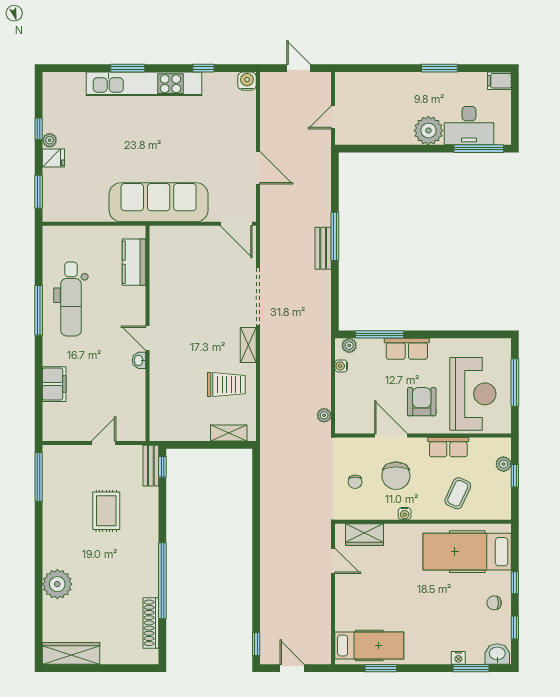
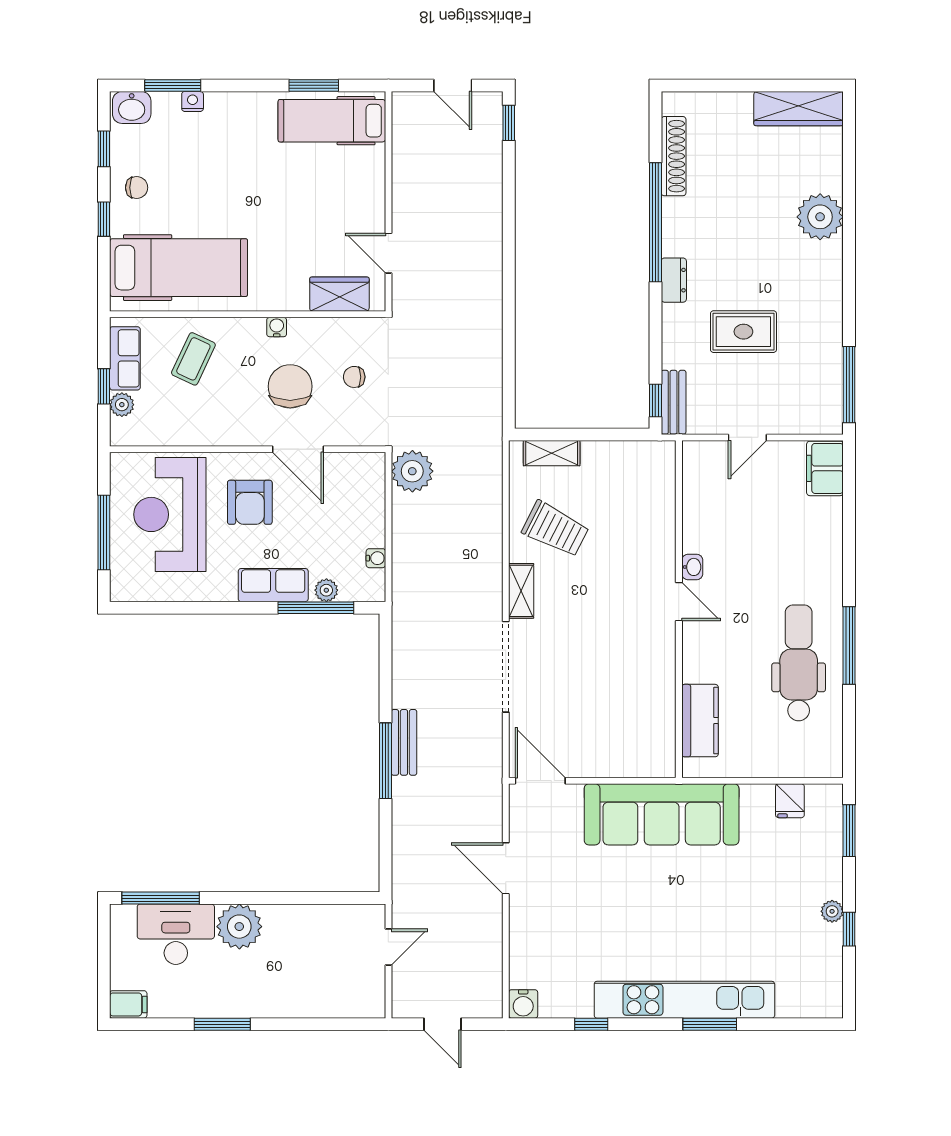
fridge: (53, 158) -> (790, 801), moved, turned -90
plant: (349, 345) -> (326, 590), moved
filing cabinet: (54, 384) -> (825, 468), moved
trolley: (226, 385) -> (555, 529), turned -153
plant: (324, 415) -> (412, 471), width x1.87, depth x1.87
row of seats: (448, 447) -> (125, 358), moved, turned 90
chair: (355, 482) -> (354, 377), turned -90
rug: (106, 511) -> (743, 332), turned 90
dresser: (151, 544) -> (674, 280), added

